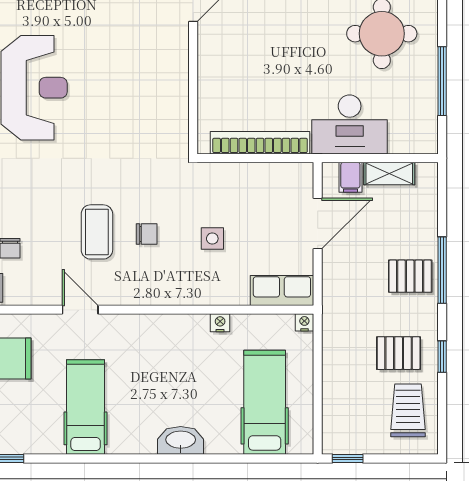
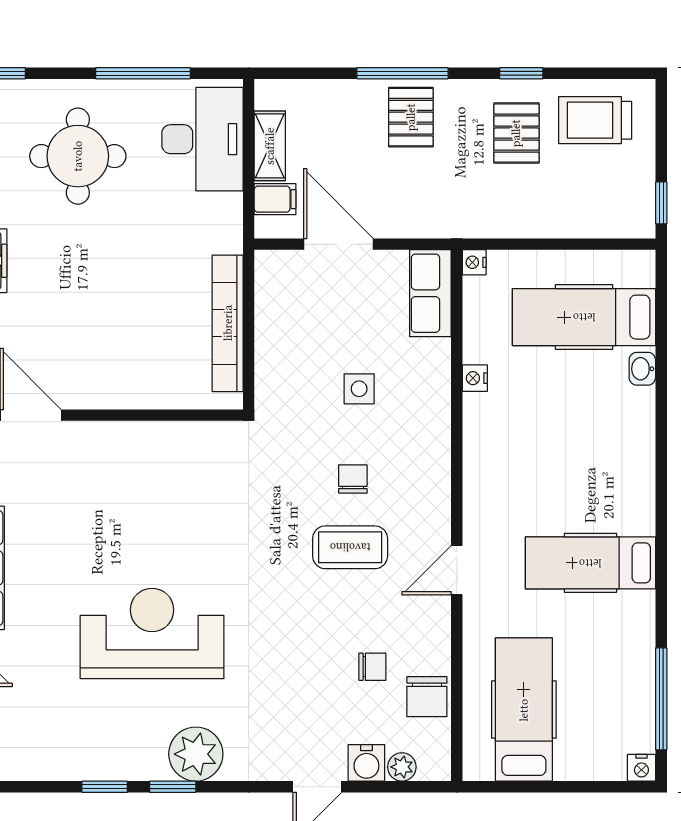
desk: (350, 124) -> (202, 139), moved
washbasin: (181, 440) -> (642, 369), moved, width x0.52, depth x0.69

